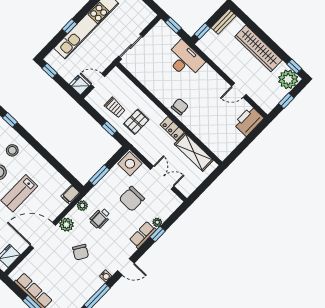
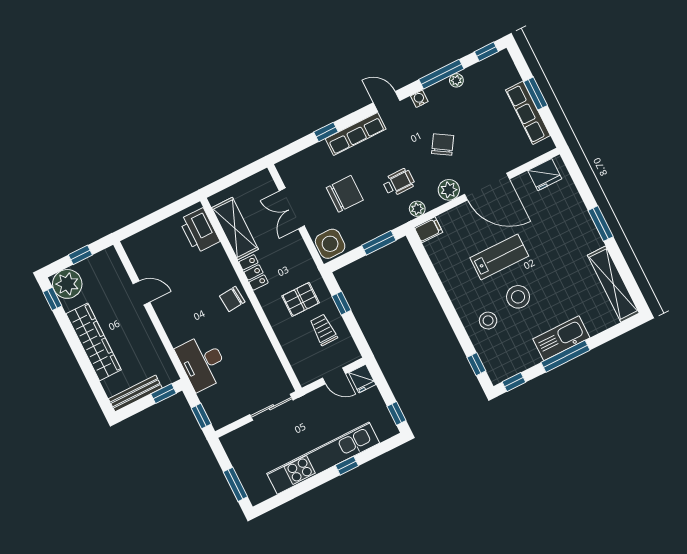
bench: (224, 22) -> (135, 393), width x1.36
printer: (249, 121) -> (199, 231), moved, turned 90
plant: (157, 222) -> (456, 80), moved
row of seats: (143, 235) -> (356, 134), width x1.48

